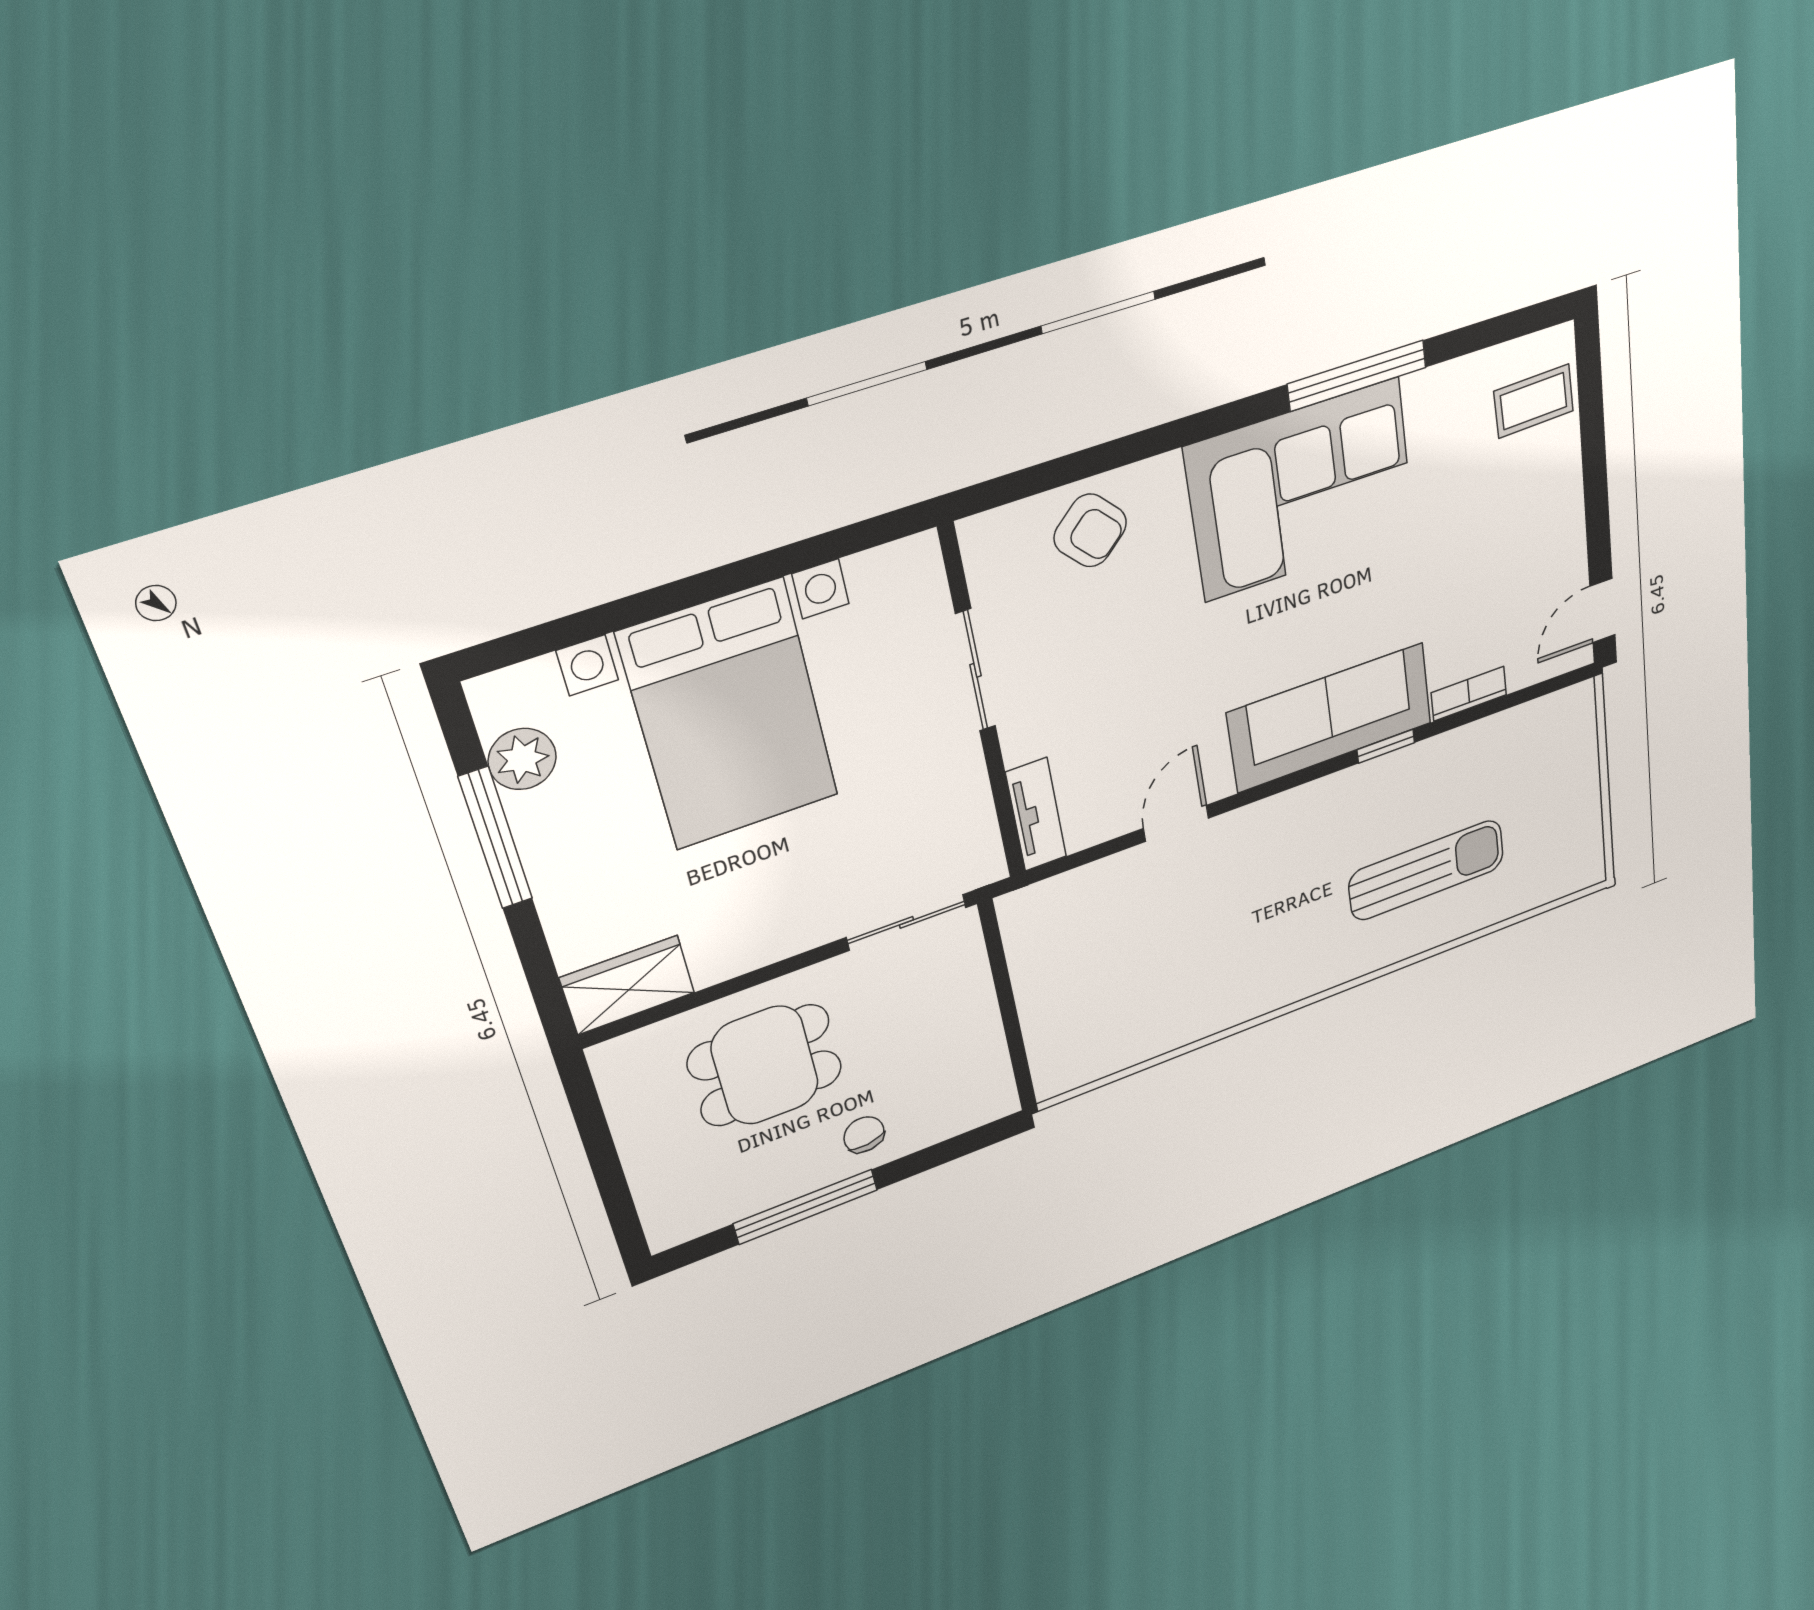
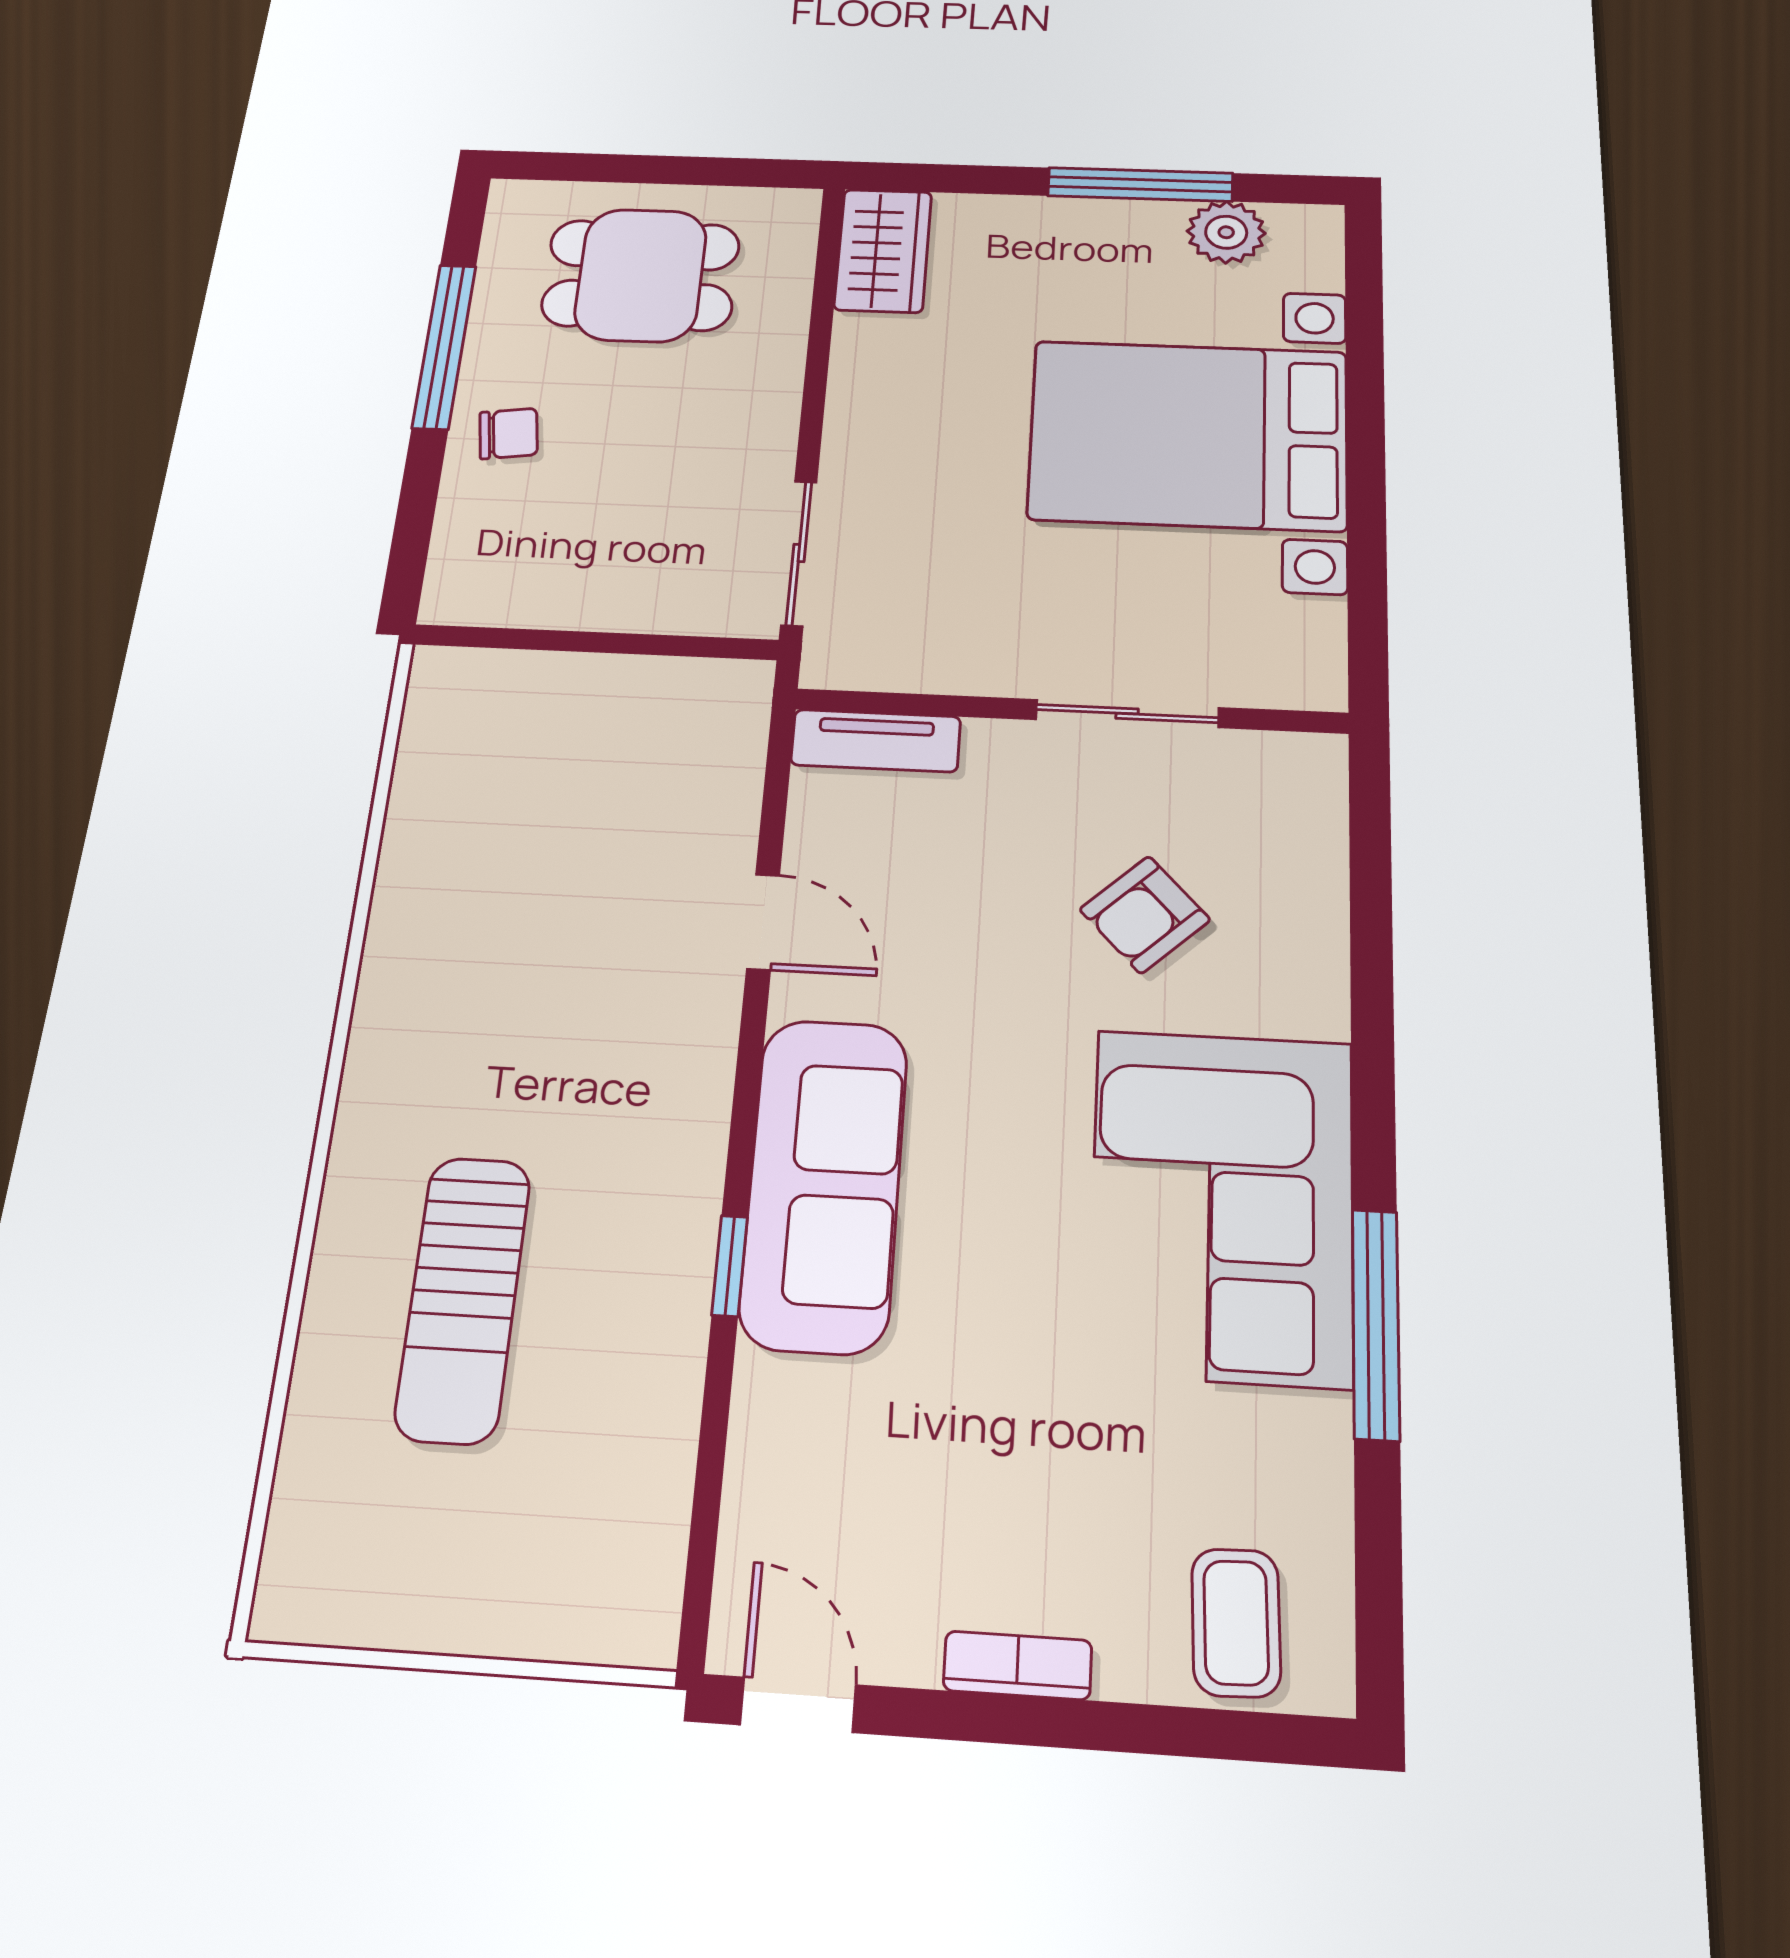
armchair: (1090, 530) -> (1145, 915), moved
bookcase: (1469, 694) -> (1018, 1665), moved, turned -90
dining table: (765, 1065) -> (641, 275), moved, turned 90

